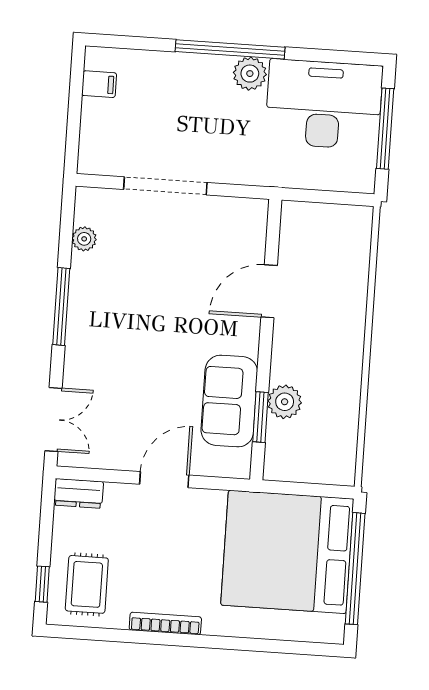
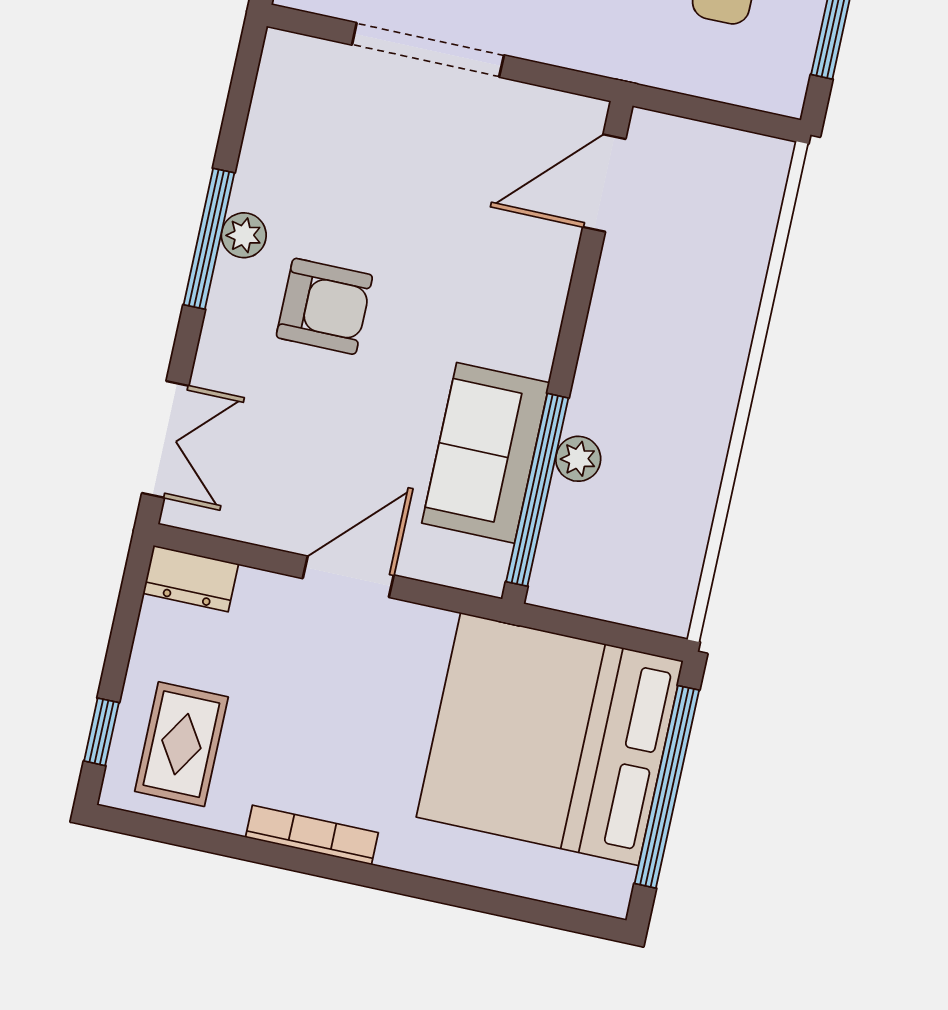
plant: (84, 239) -> (244, 235), moved
door: (269, 291) -> (604, 183), moved
armchair: (130, 334) -> (324, 306), added
plant: (285, 402) -> (578, 459), width x0.73, depth x0.73
window: (261, 417) -> (537, 490), width x2.11

